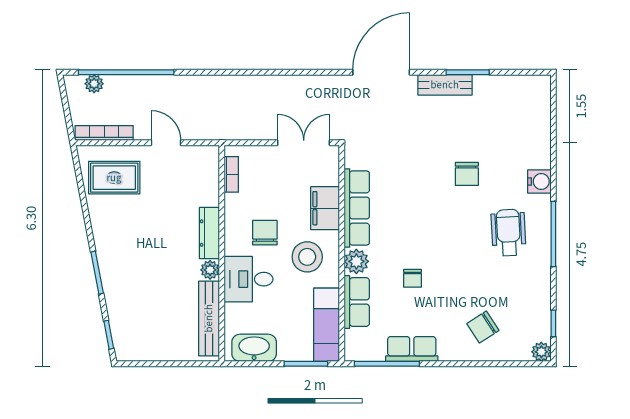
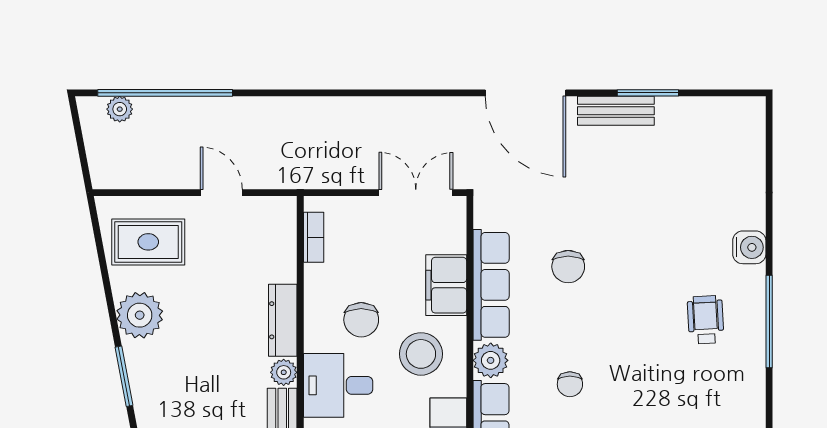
door: (381, 72) -> (526, 93), swing flipped
bookcase: (104, 133) -> (134, 179), removed
chair: (467, 174) -> (568, 267), moved
plant: (108, 229) -> (140, 315), added
chair: (265, 233) -> (361, 320), turned 180
wheelchair: (508, 233) -> (706, 320), width x0.73, depth x0.73

